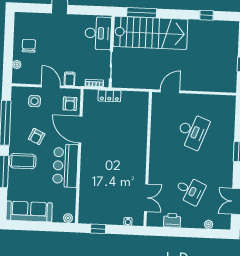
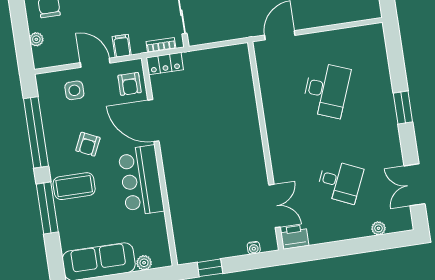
locker: (109, 96) -> (165, 64), moved
plant: (68, 218) -> (144, 263), moved
printer: (172, 220) -> (295, 237), moved

